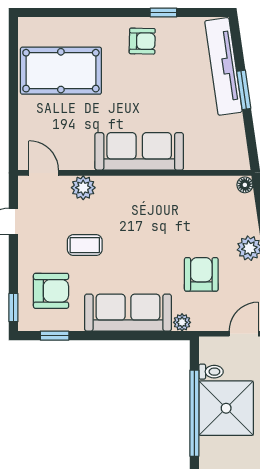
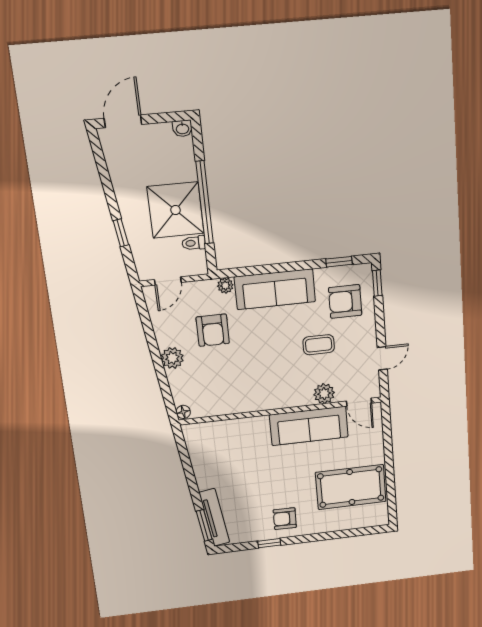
tv unit: (223, 66) -> (214, 517), width x0.73, depth x0.78
window: (244, 90) -> (204, 525), moved
sofa: (139, 151) -> (309, 426), moved

